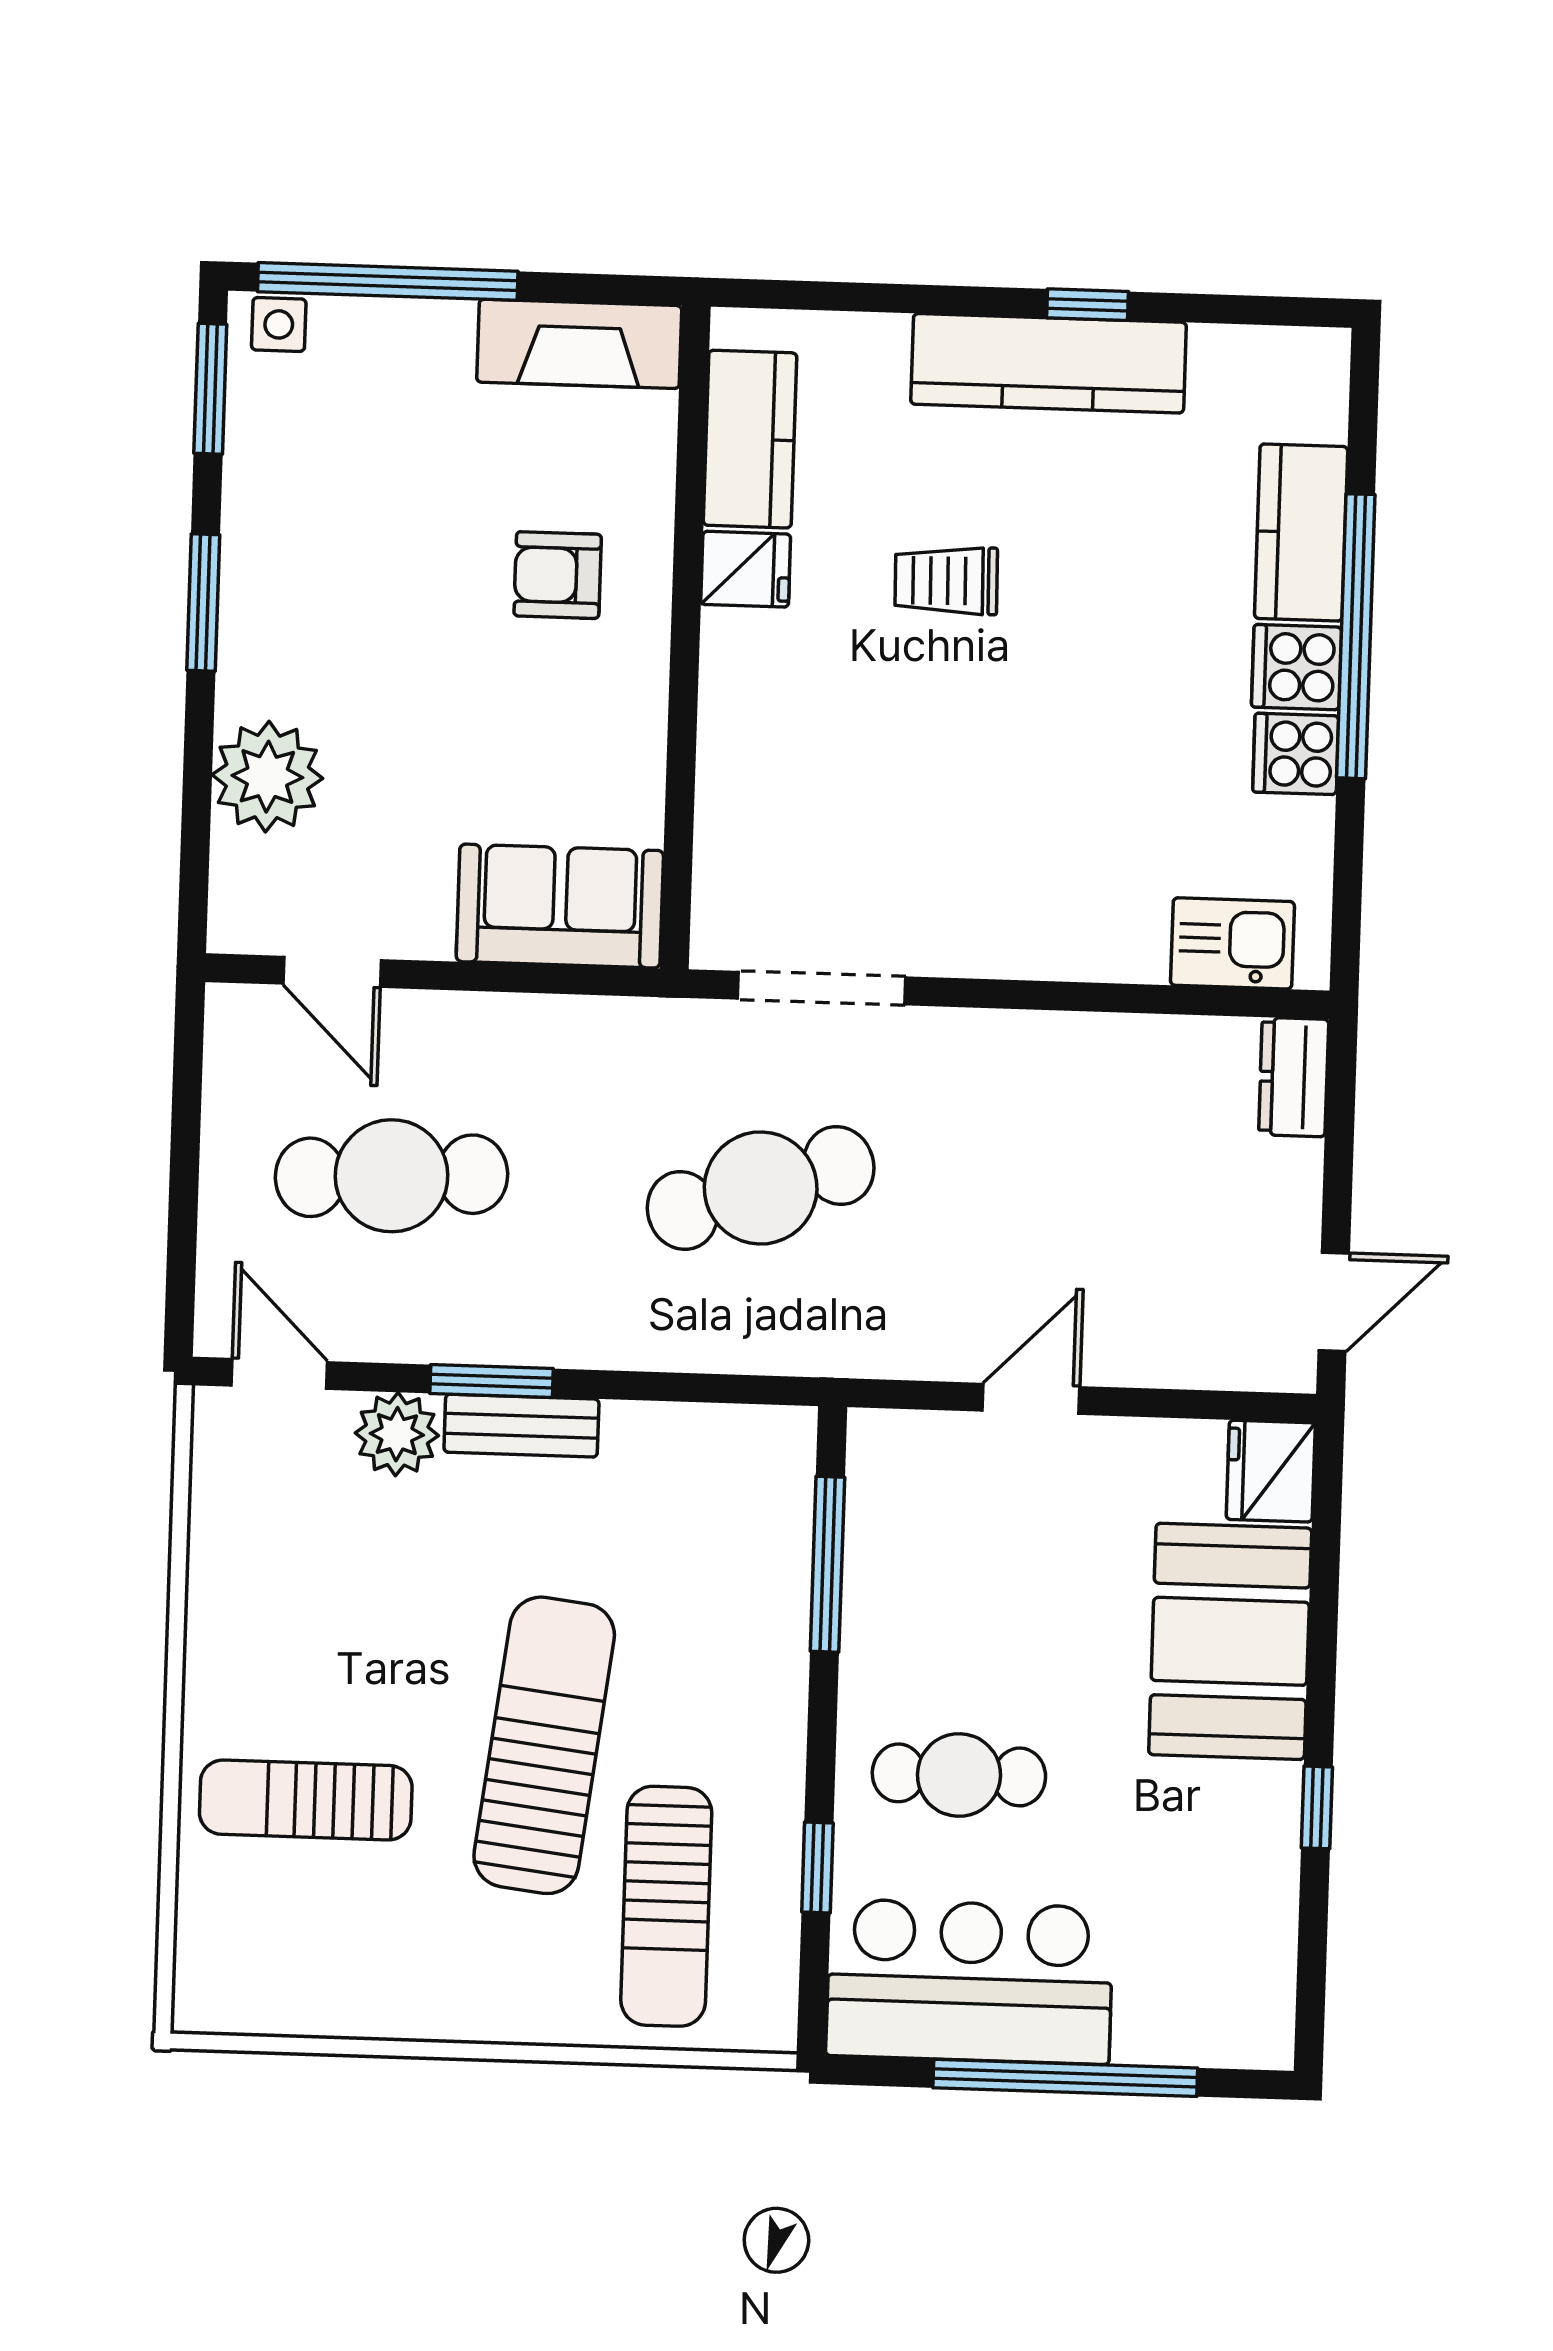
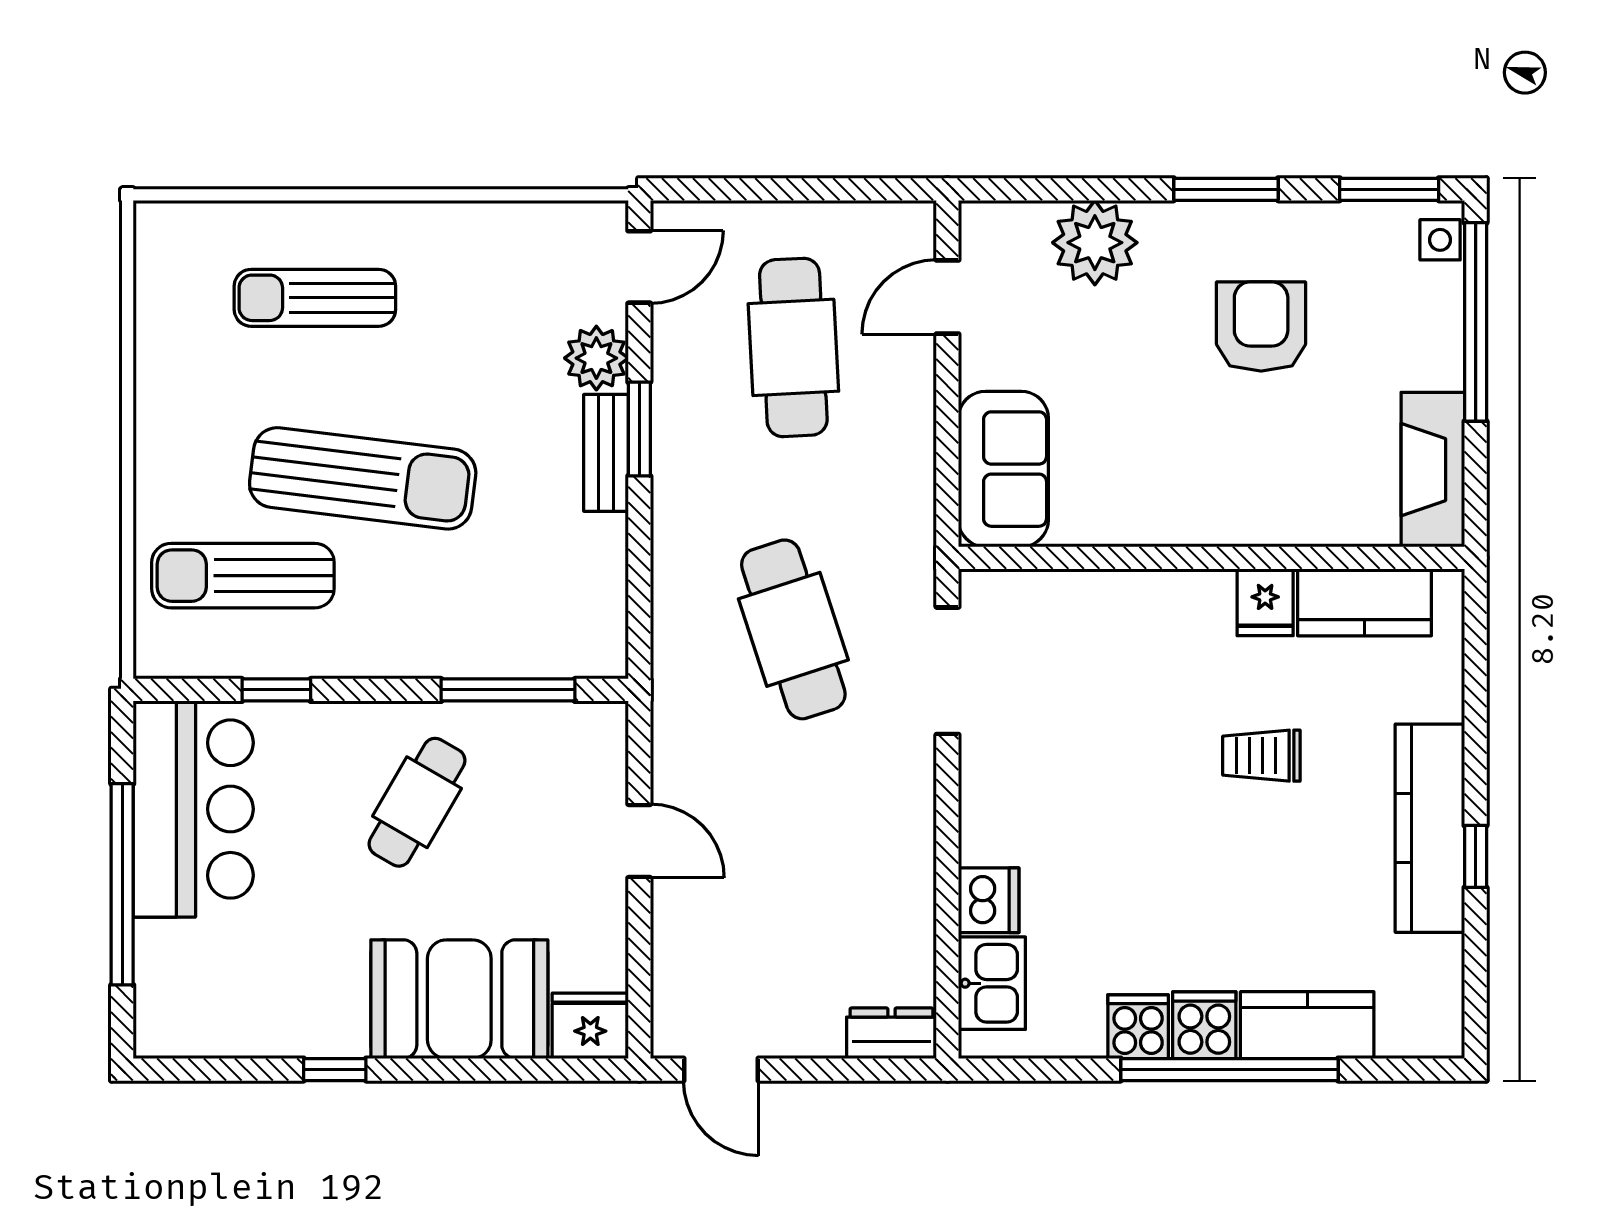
armchair: (558, 575) -> (1261, 327), moved, width x1.38, depth x1.38
trolley: (946, 581) -> (1261, 756), turned -89
dishwasher: (1124, 944) -> (989, 900), added
cafe table: (959, 1775) -> (417, 802), moved, turned 30
sun lounger: (306, 1800) -> (315, 298), turned -90

